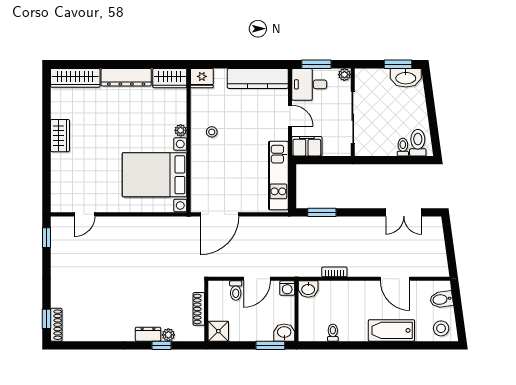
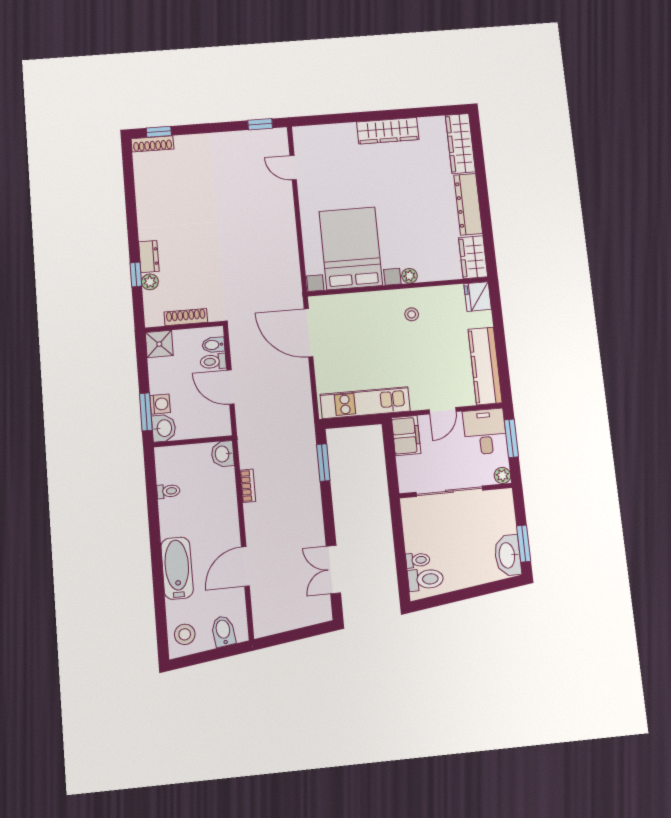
wardrobe: (60, 136) -> (388, 131), width x1.50
washing machine: (287, 288) -> (160, 404), moved, turned 180
bidet: (223, 289) -> (213, 345), added

